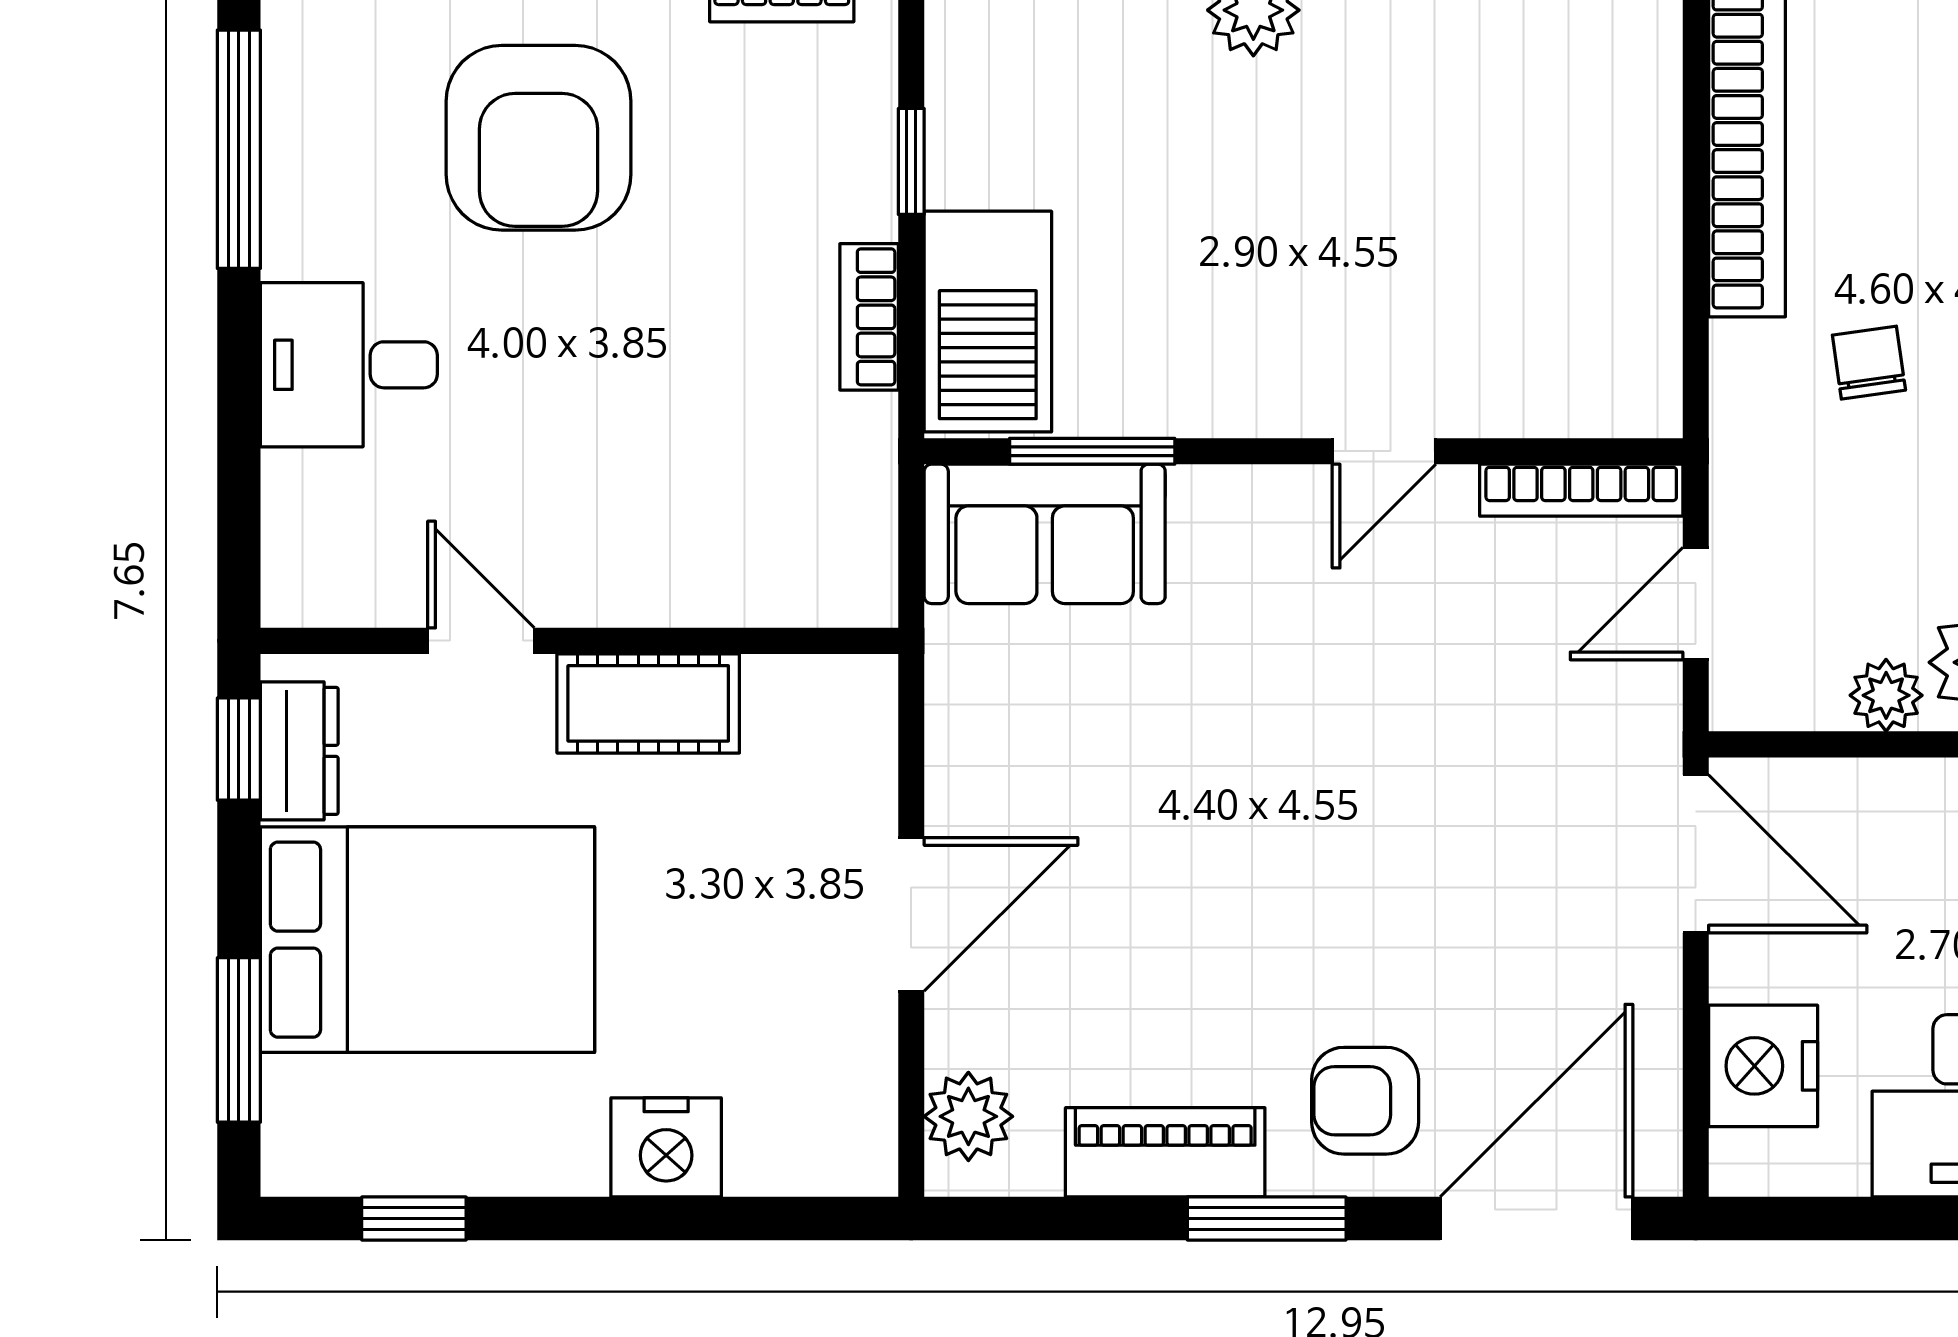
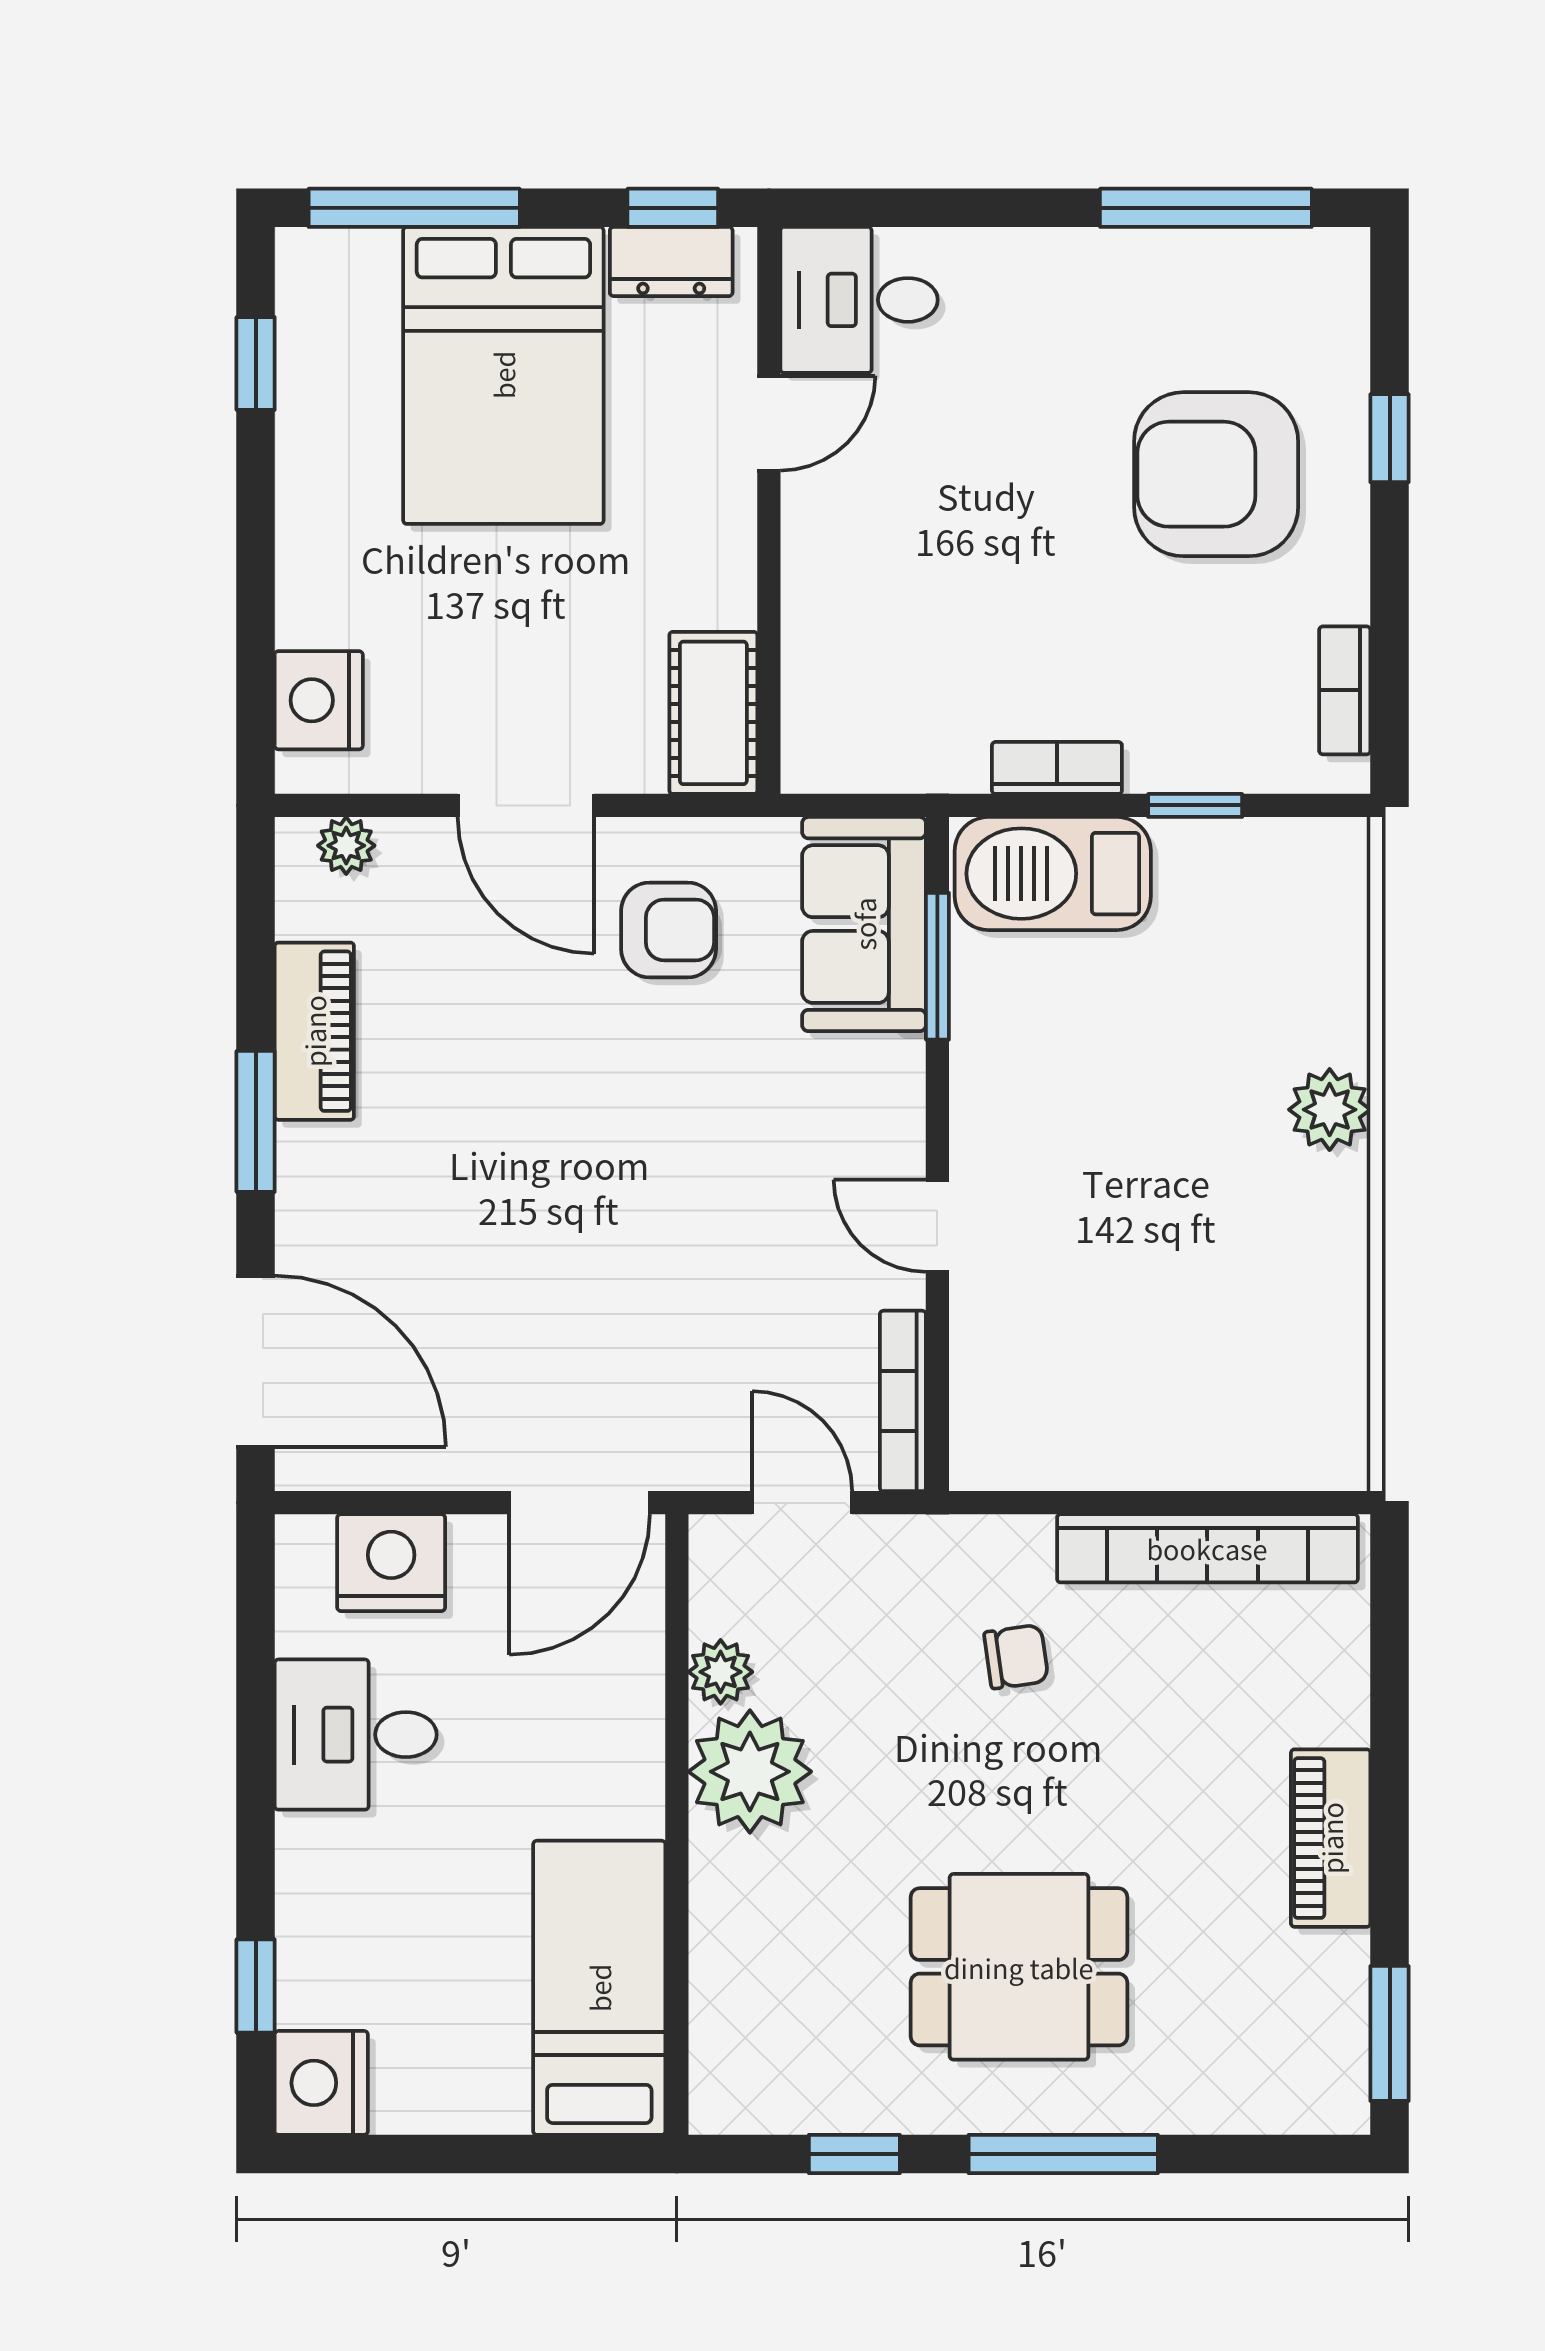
desk: (349, 365) -> (859, 300), moved, turned -90
cot: (648, 703) -> (713, 713), moved
window: (239, 1040) -> (414, 208), width x1.44
armchair: (1365, 1101) -> (669, 930), moved, turned 90
plant: (968, 1116) -> (346, 846), width x0.73, depth x0.73
nightstand: (666, 1147) -> (319, 700), moved

